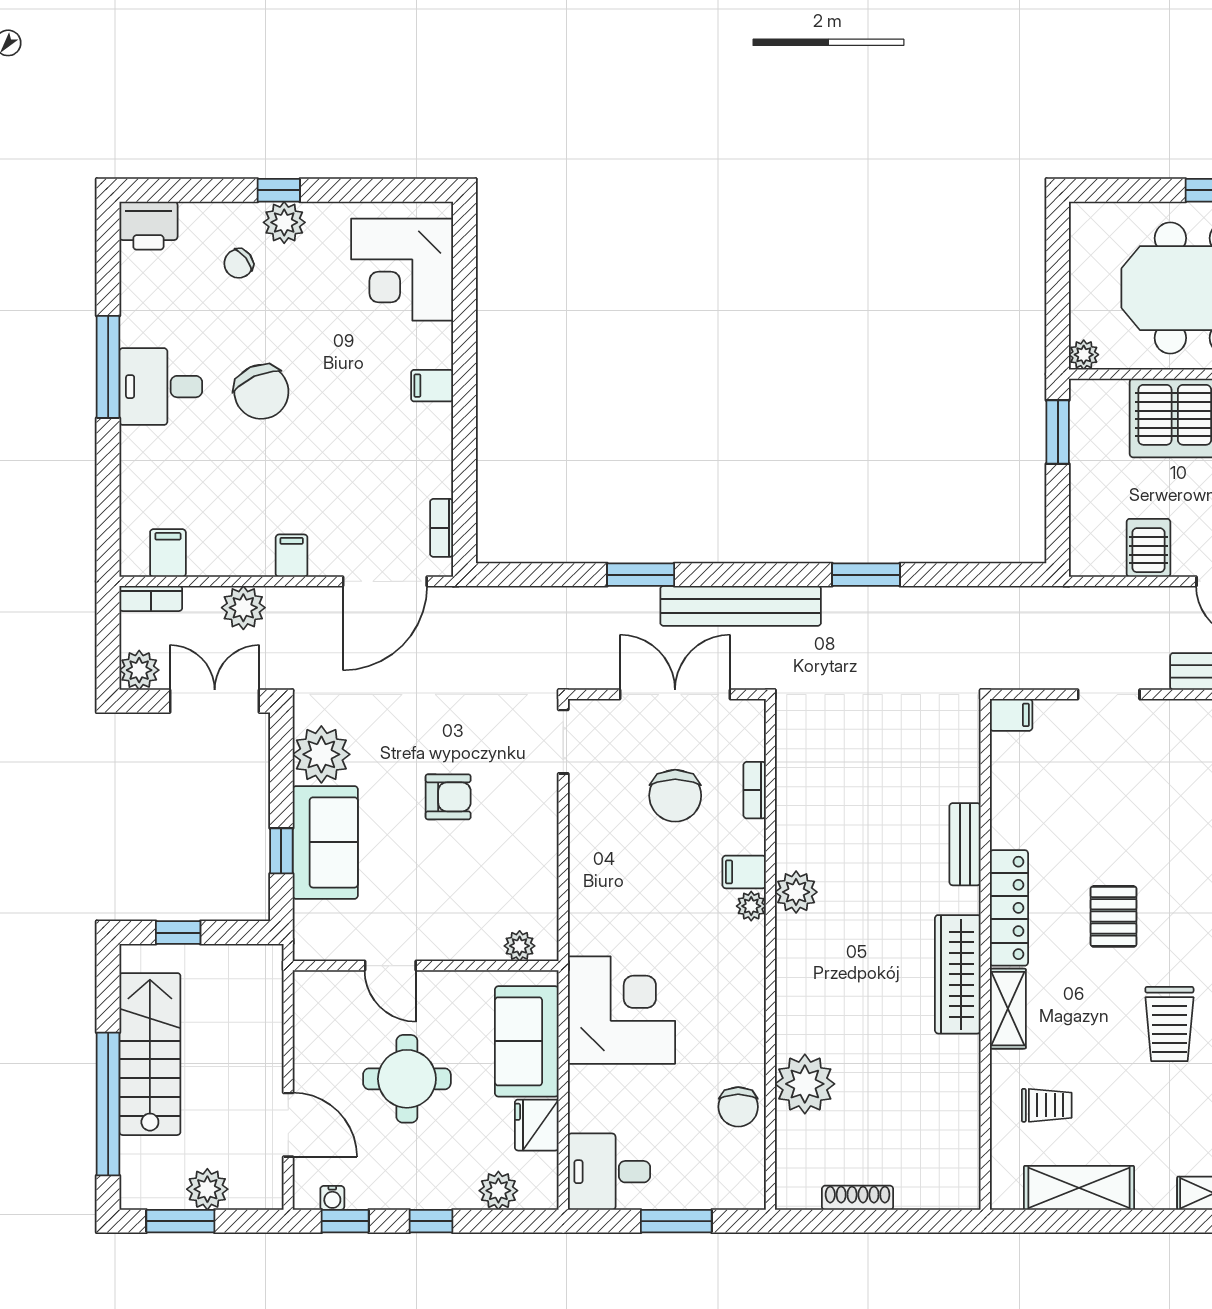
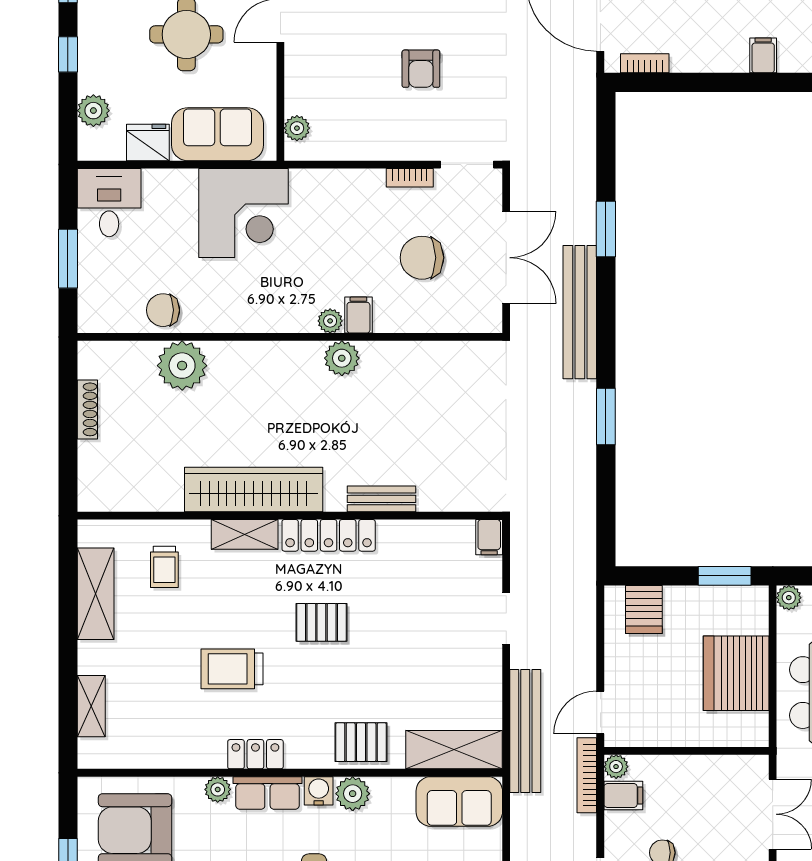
server rack: (1148, 548) -> (644, 609), moved, turned 90
bookcase: (755, 790) -> (410, 178), moved, turned 180
wardrobe: (958, 974) -> (254, 490), width x1.40, depth x1.17

